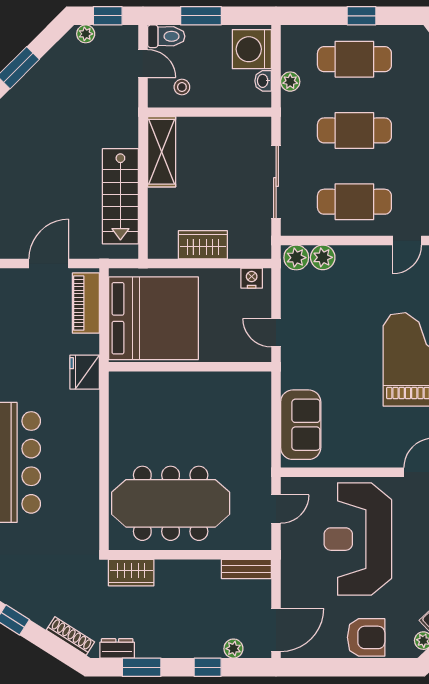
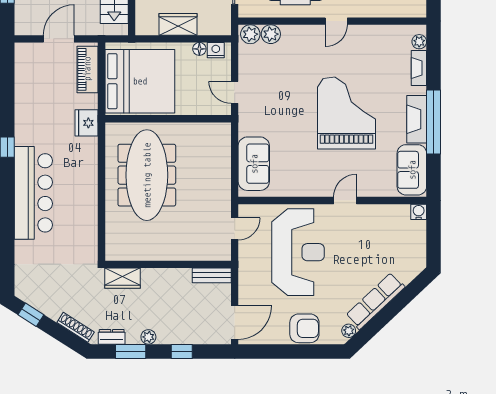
floor lamp: (230, 277) -> (199, 49), added
meeting table: (171, 503) -> (147, 175), moved, turned 90
reception desk: (358, 539) -> (298, 252), turned 180
plant: (233, 649) -> (148, 337), moved

